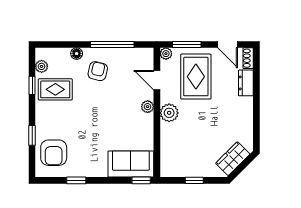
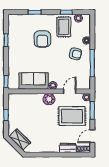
armchair: (54, 153) -> (42, 39), moved, turned -90
sofa: (131, 164) -> (34, 81), moved, turned -90

